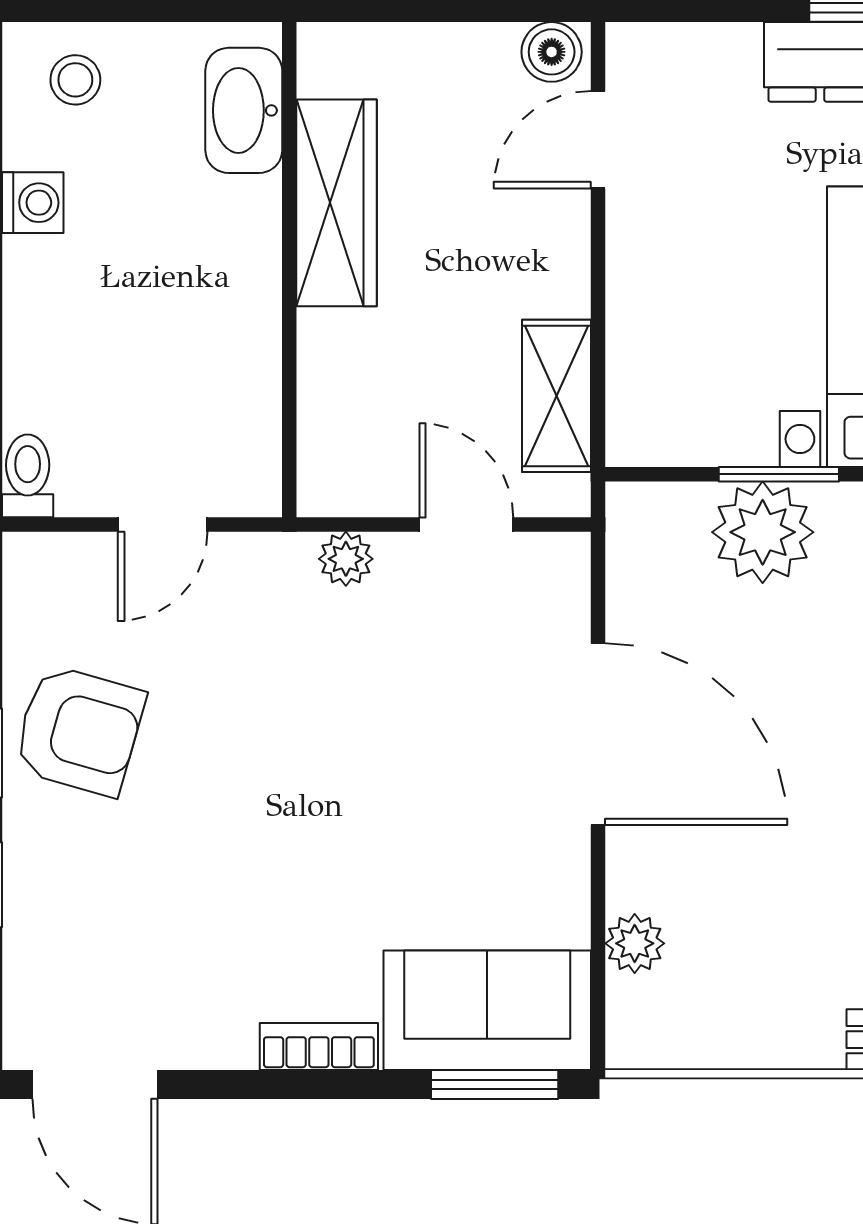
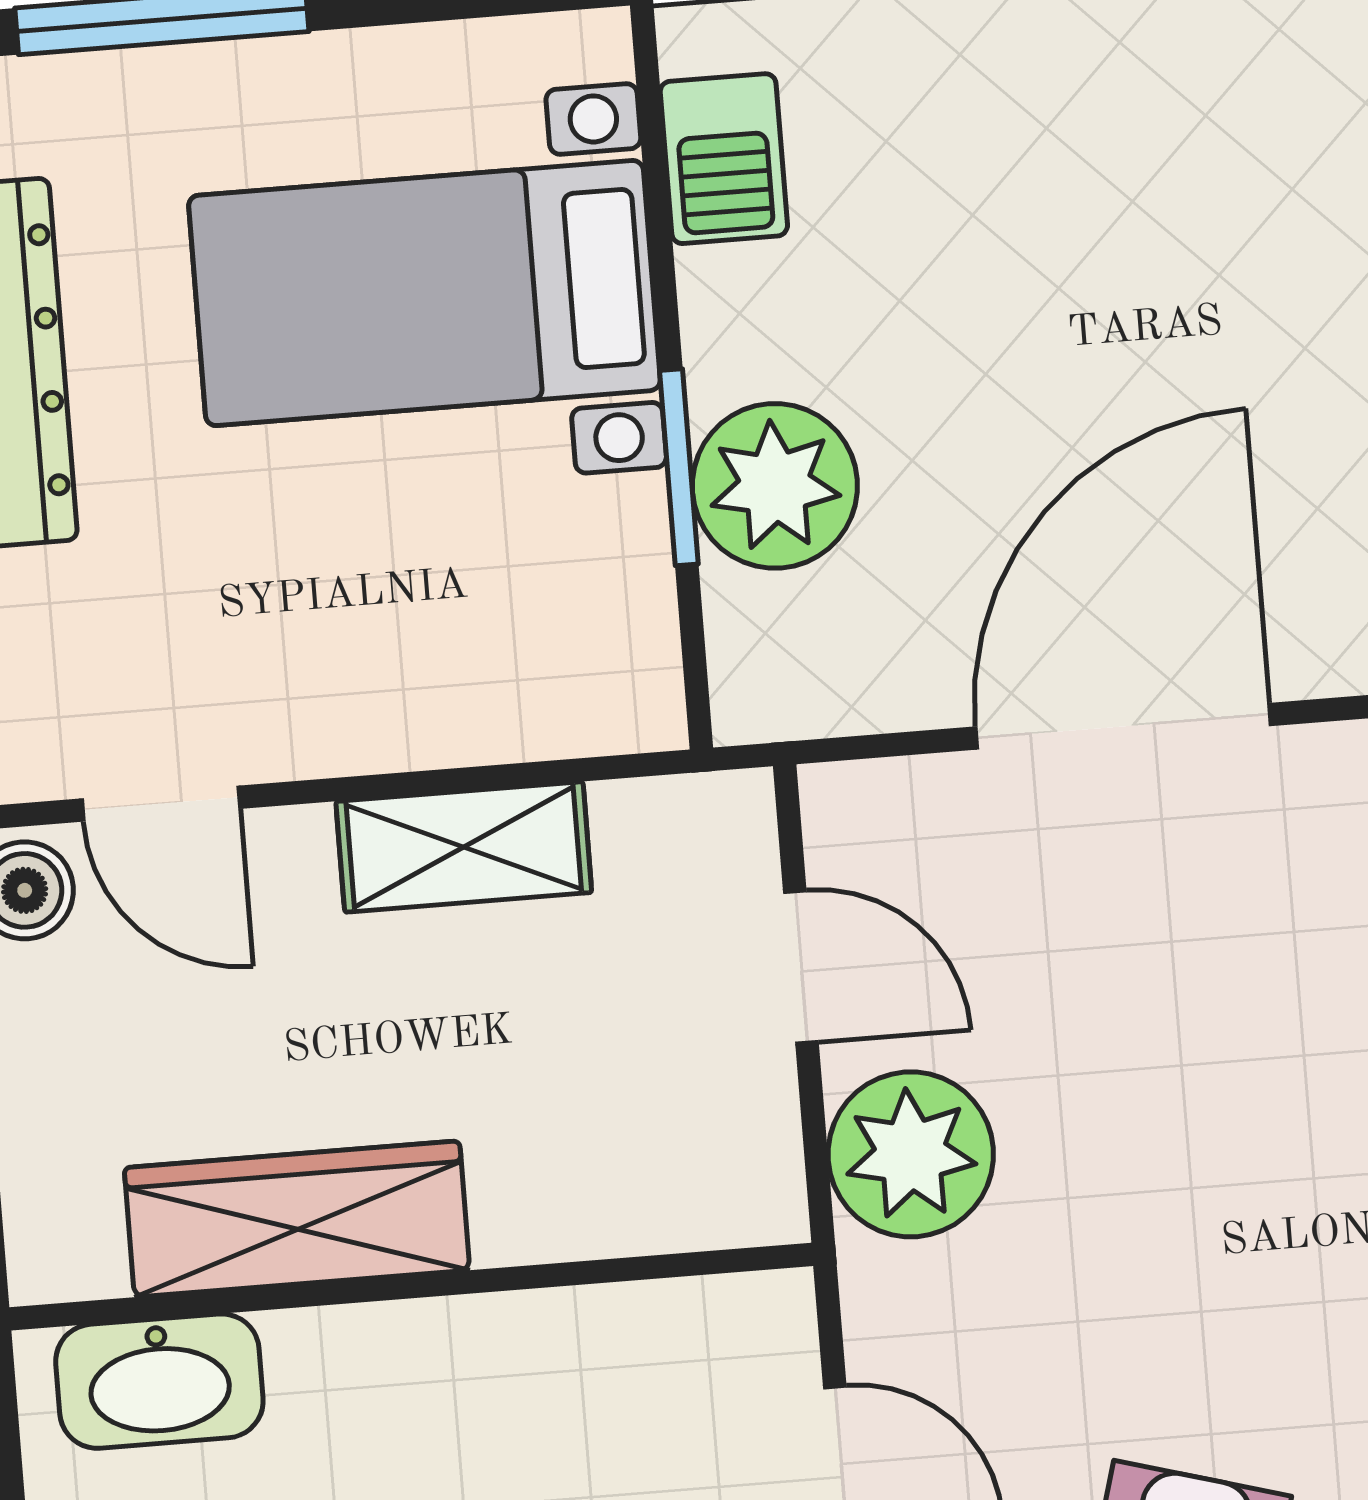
shelving: (557, 396) -> (464, 847), moved
door: (466, 525) -> (801, 967), swing flipped
plant: (346, 559) -> (911, 1154), width x1.88, depth x1.88

